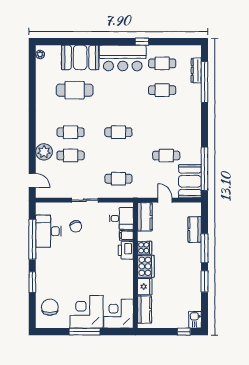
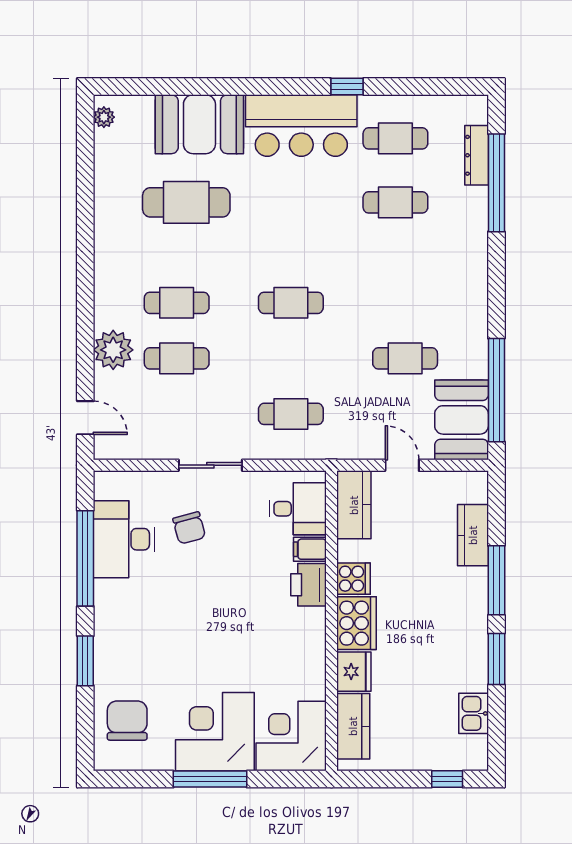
kitchen sink: (195, 320) -> (474, 713), moved

